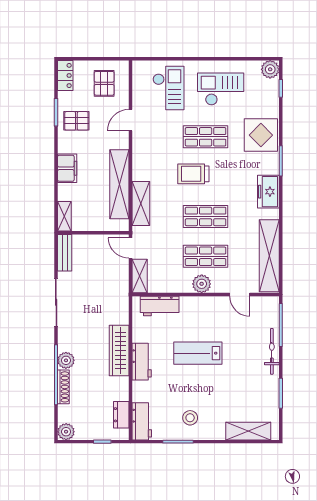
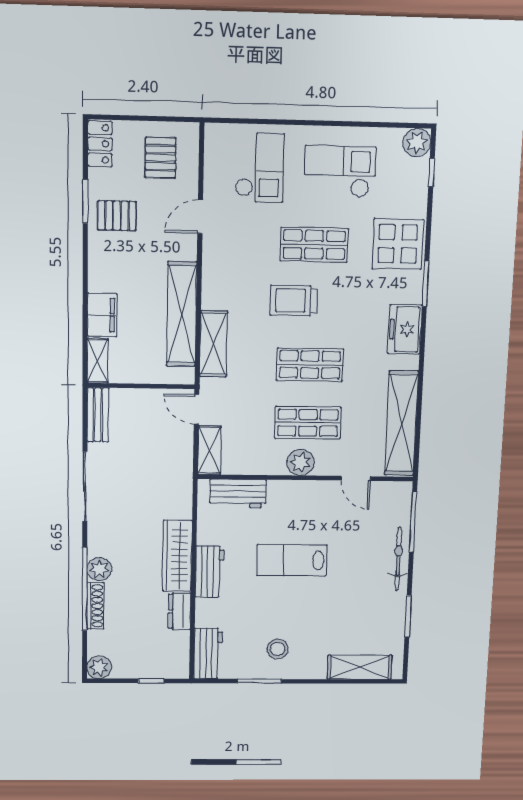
filing cabinet: (67, 168) -> (102, 315), moved
dresser: (121, 415) -> (180, 611), moved

